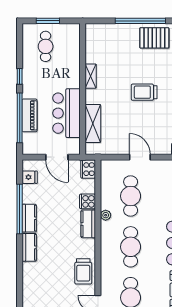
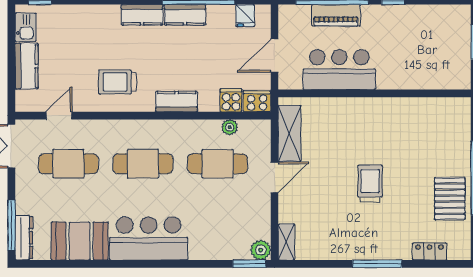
cafe table: (46, 46) -> (437, 39), removed
shelving: (91, 76) -> (394, 105), removed
shelving: (93, 123) -> (289, 133), moved, turned 90
cooker: (87, 201) -> (231, 100), moved
plant: (106, 215) -> (230, 127), moved
trolley: (83, 271) -> (118, 82), moved

